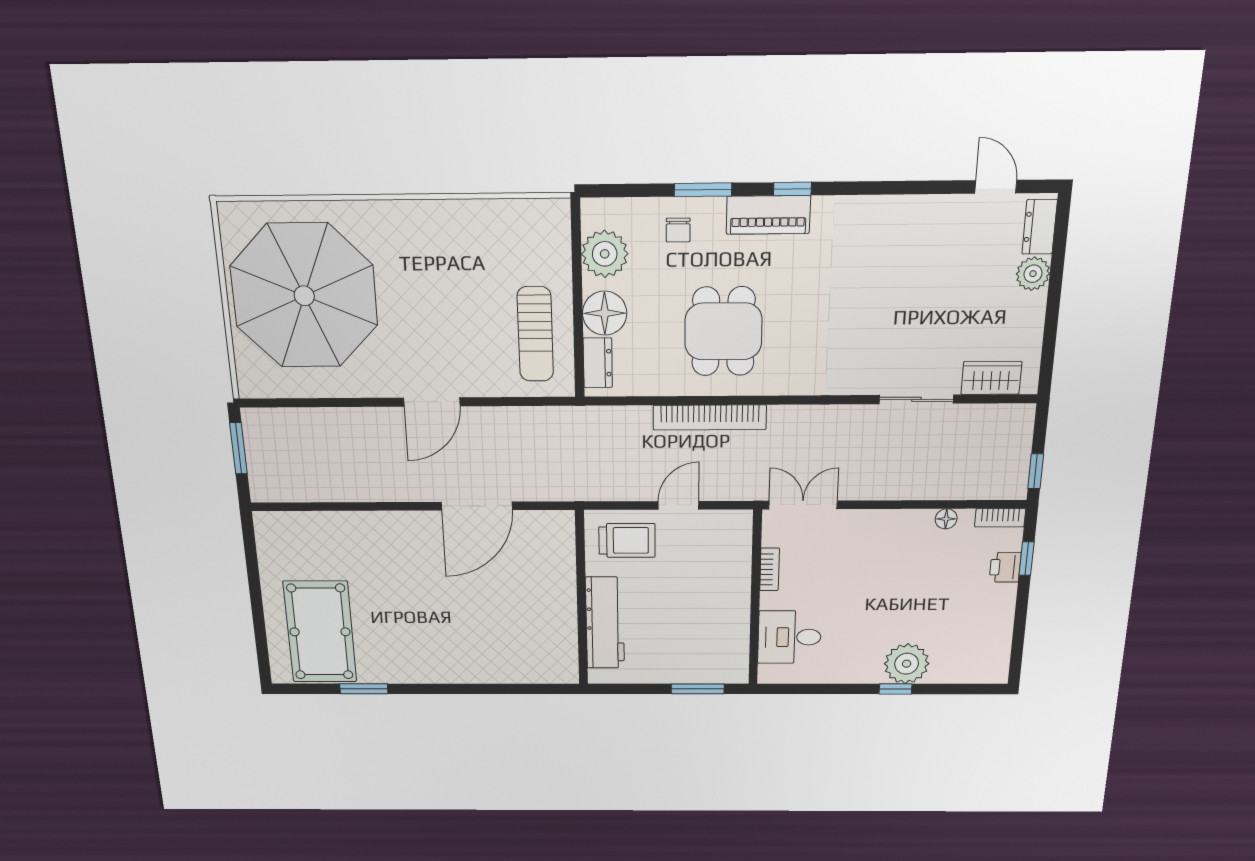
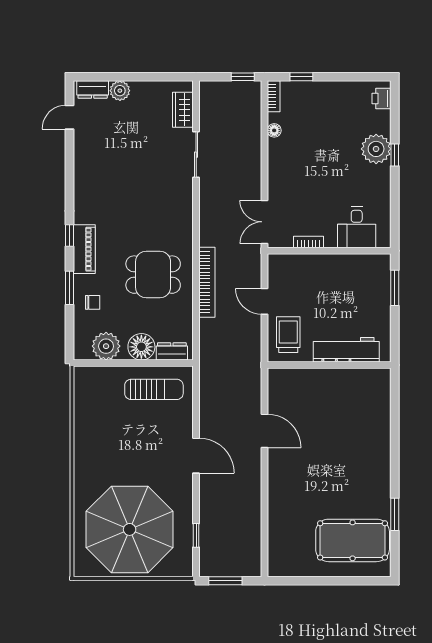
window: (305, 403) -> (196, 535), added
door: (477, 506) -> (264, 431), width x0.73
printer: (1005, 567) -> (382, 98), moved, turned 90

